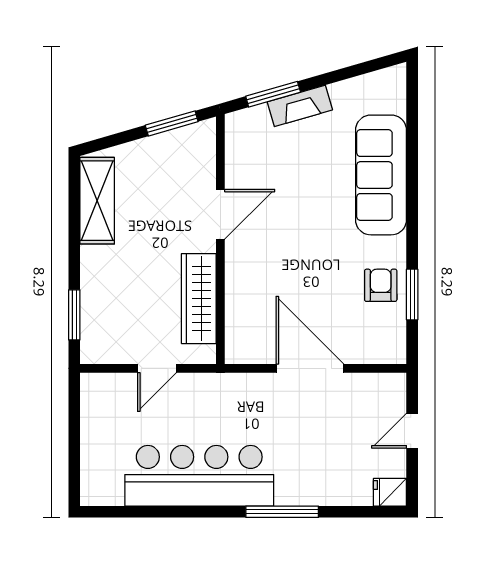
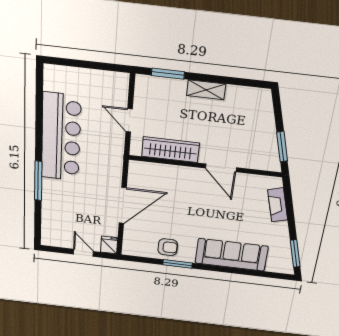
window: (273, 94) -> (295, 254), moved
fireplace: (300, 106) -> (278, 205), moved
shelving: (97, 201) -> (206, 90), moved, width x0.67, depth x0.75
window: (412, 295) -> (178, 264), moved
fridge: (390, 492) -> (109, 245), moved

